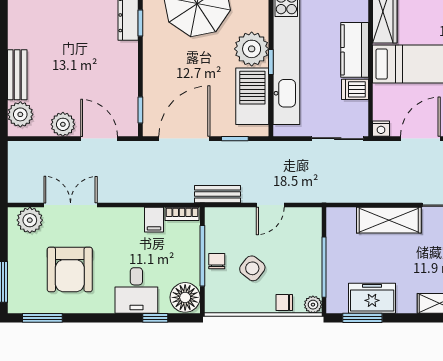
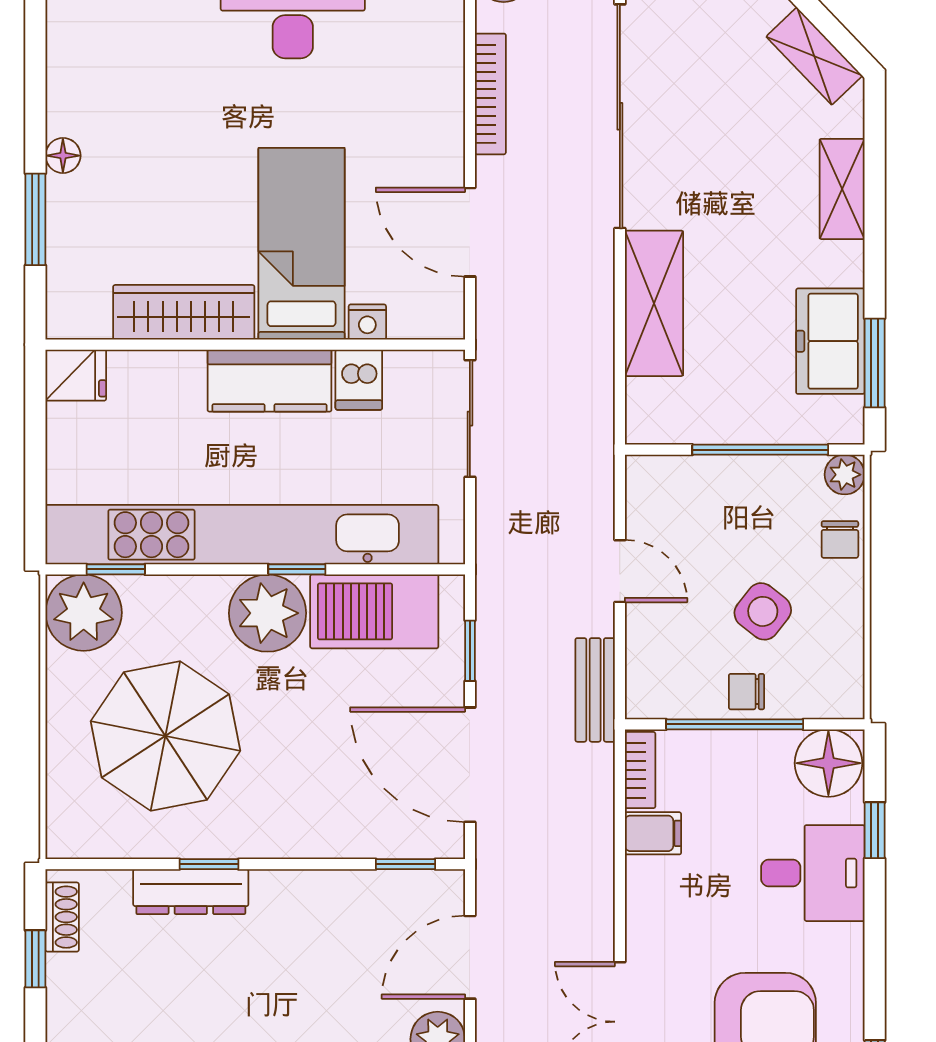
nightstand: (381, 129) -> (367, 322), moved, turned 90

